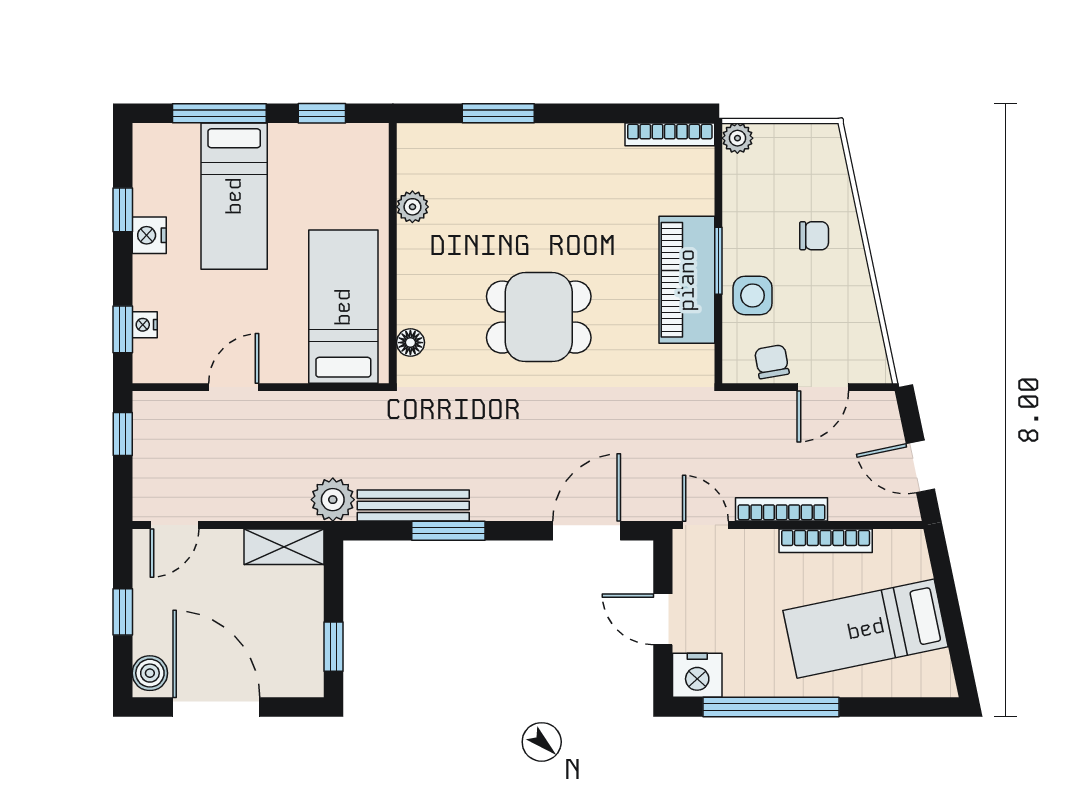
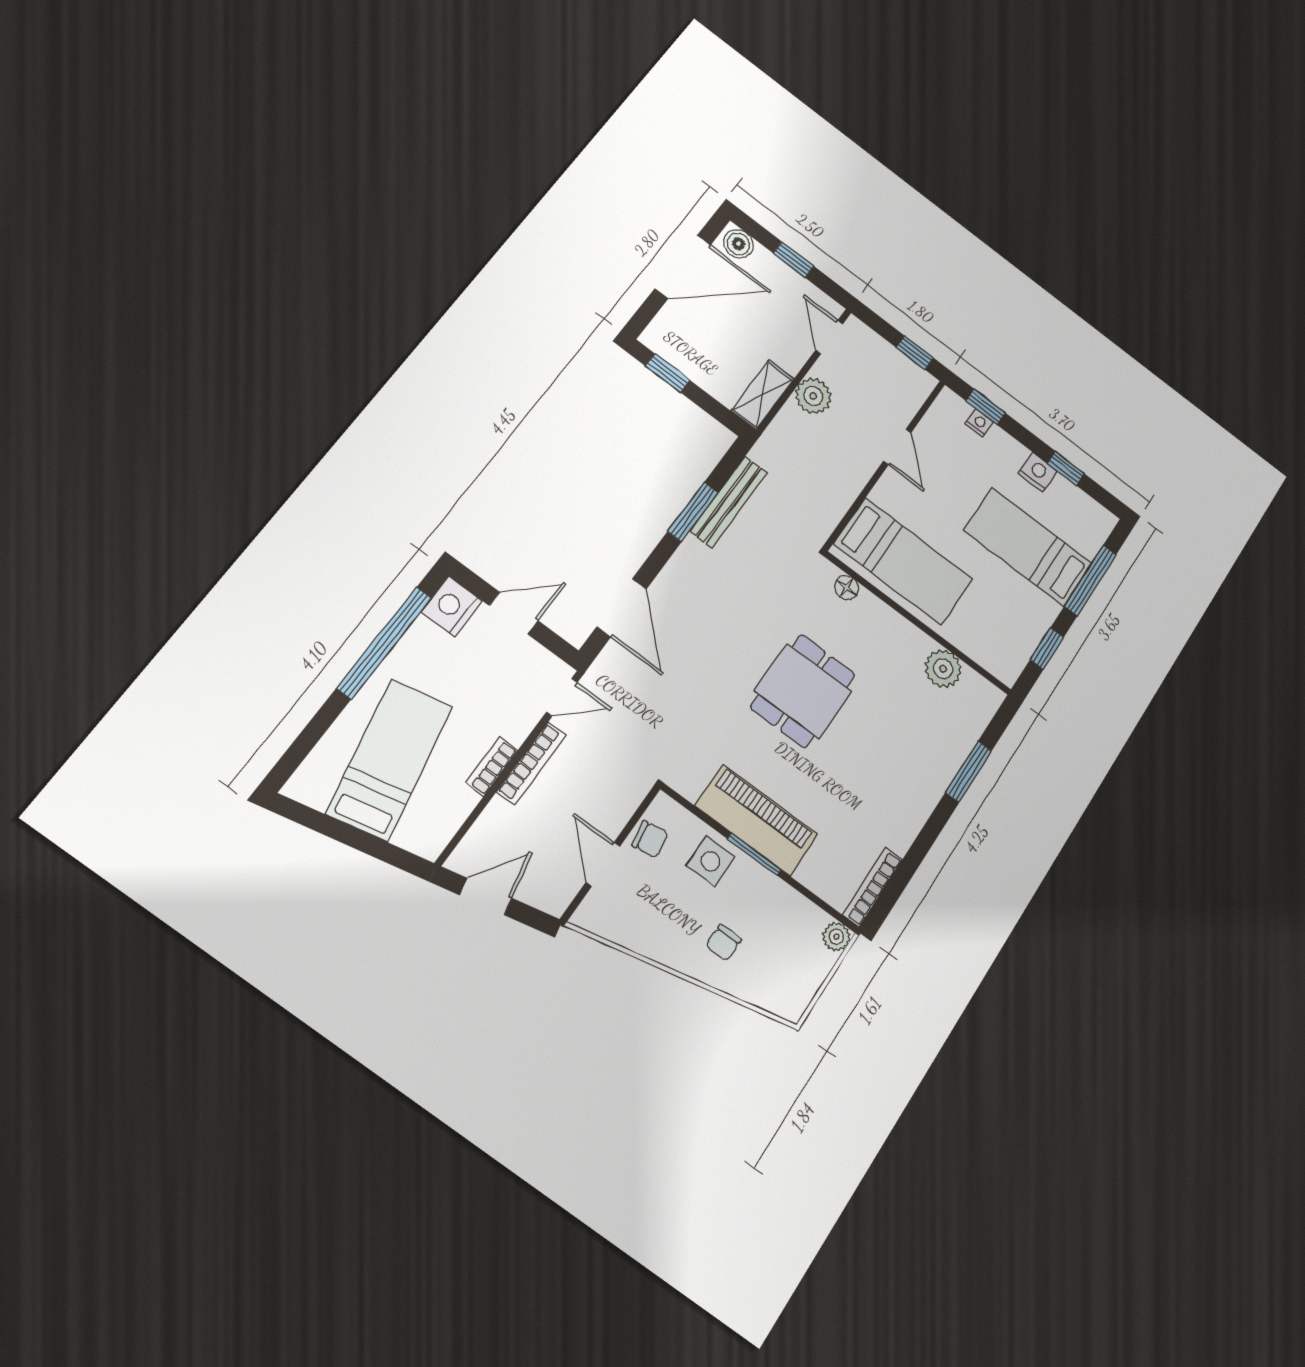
plant: (412, 207) -> (943, 669), width x1.38, depth x1.38
plant: (333, 500) -> (813, 396), moved
bookcase: (826, 541) -> (492, 766), width x0.64

